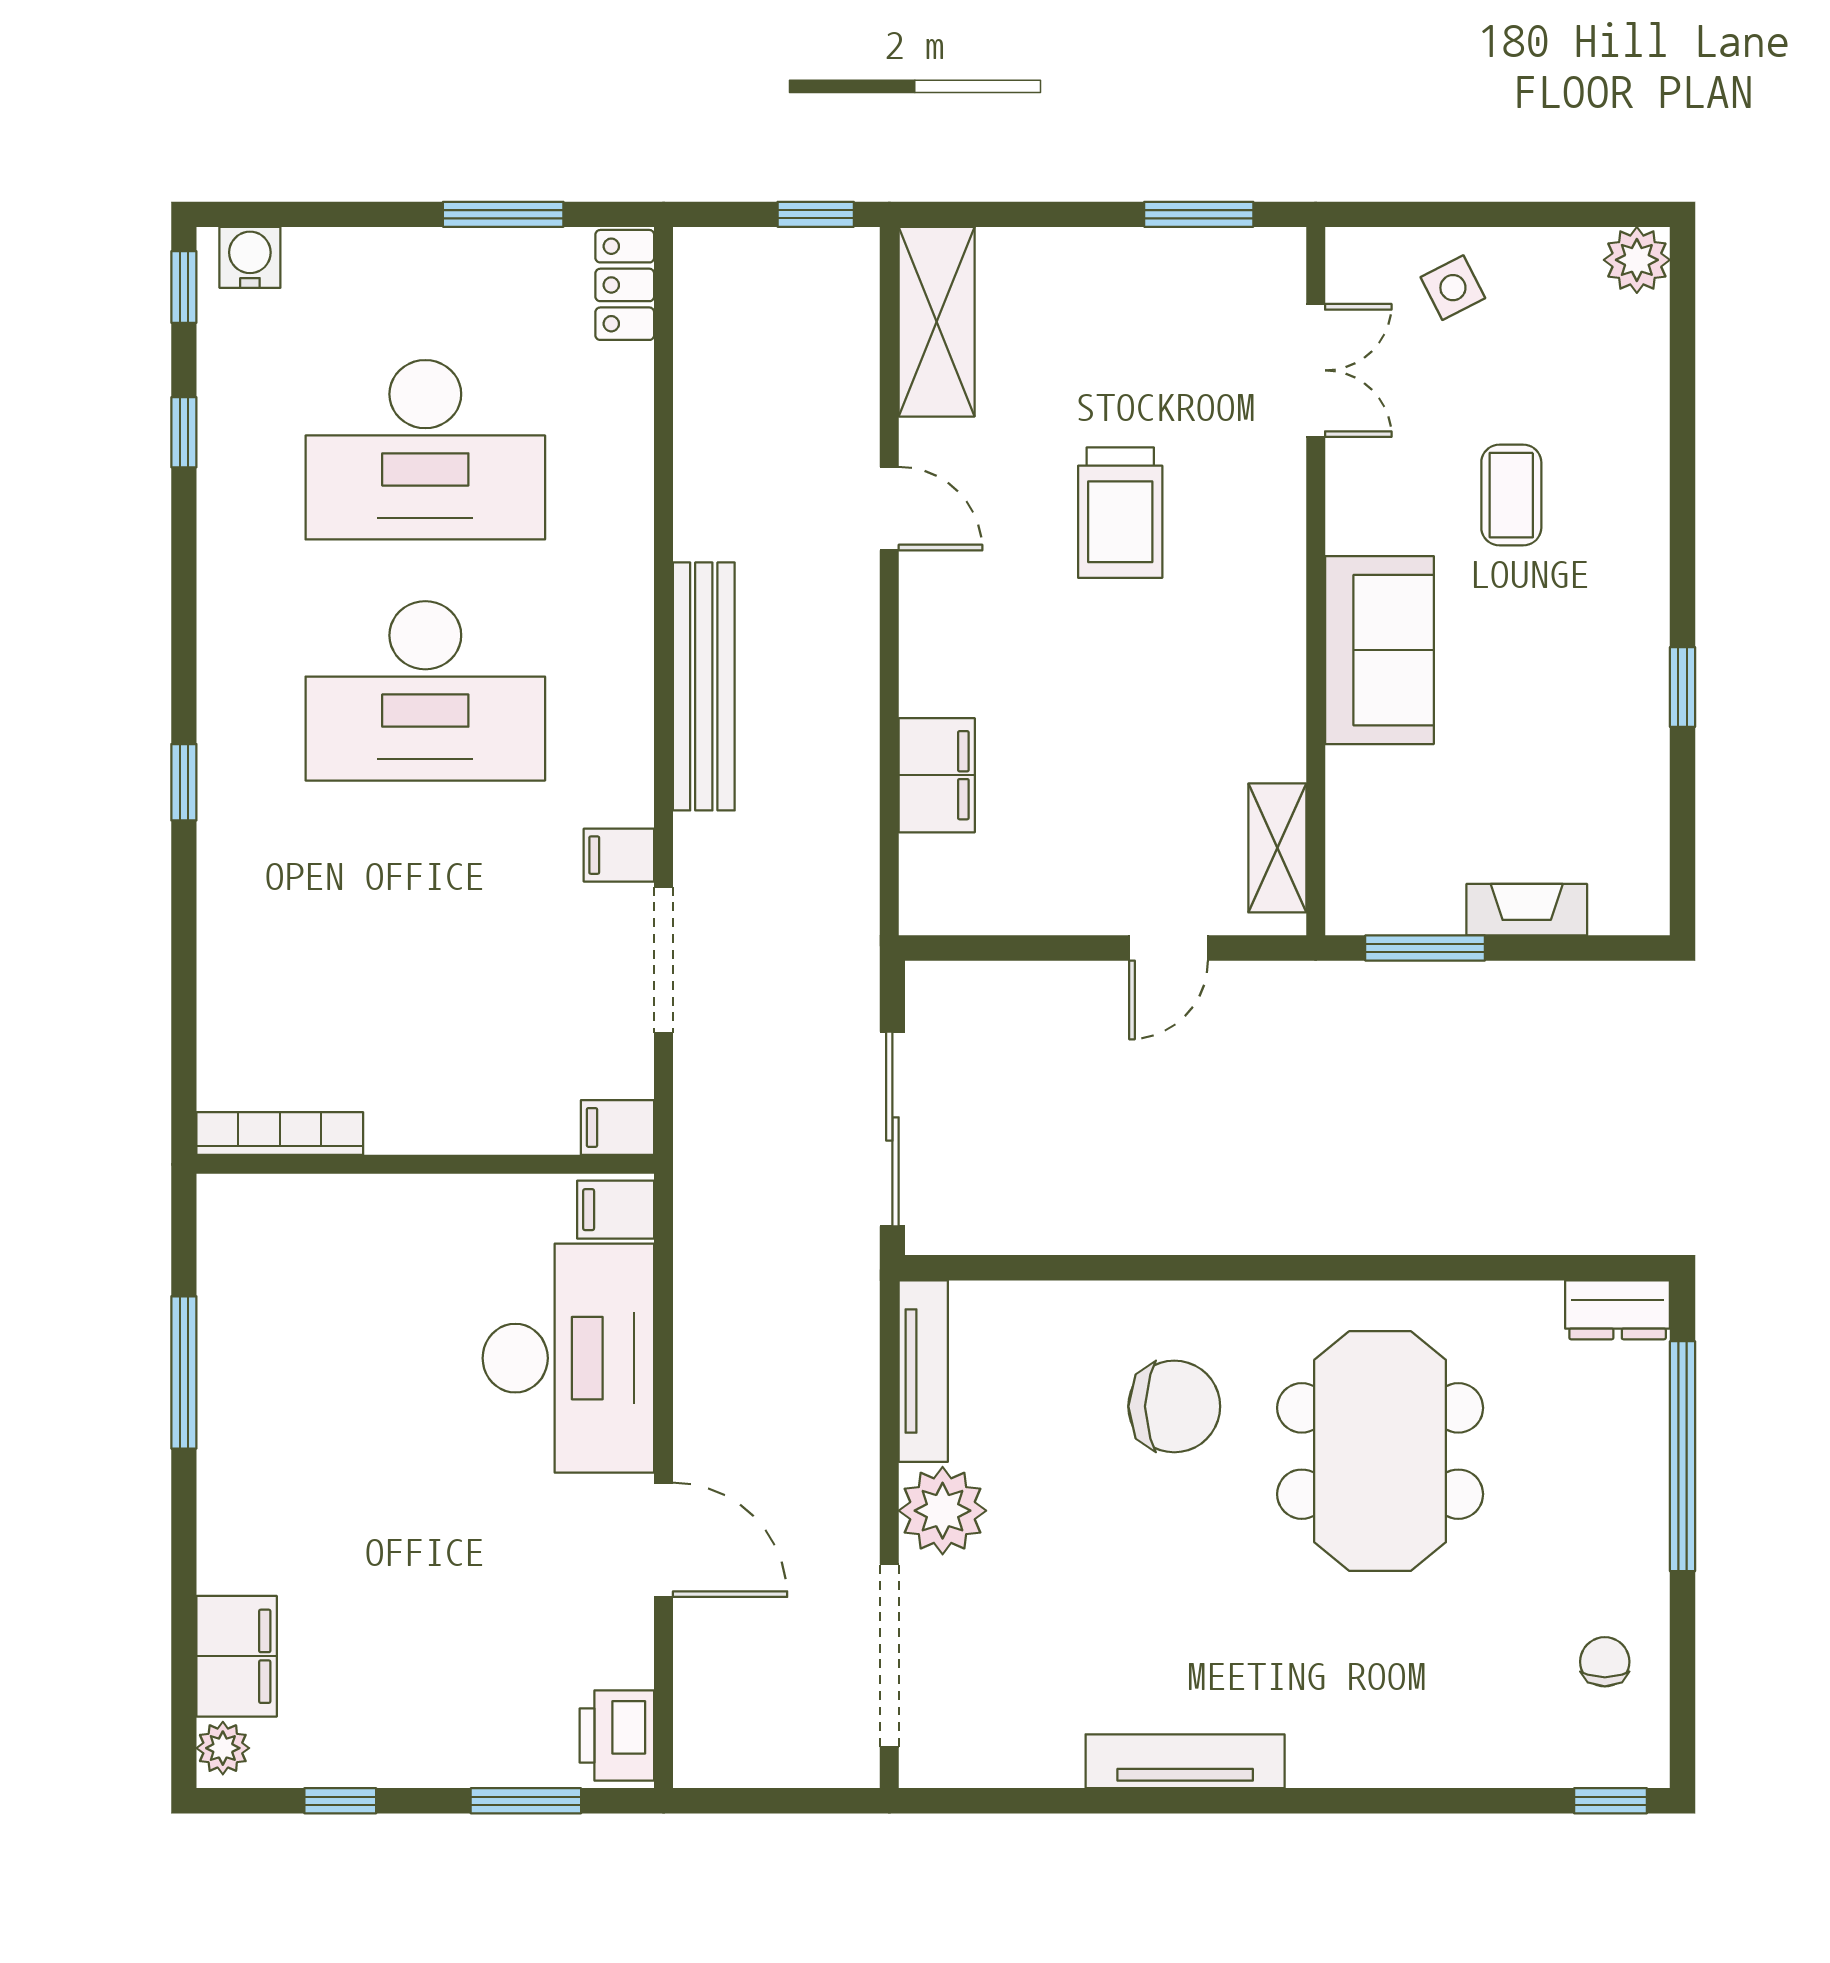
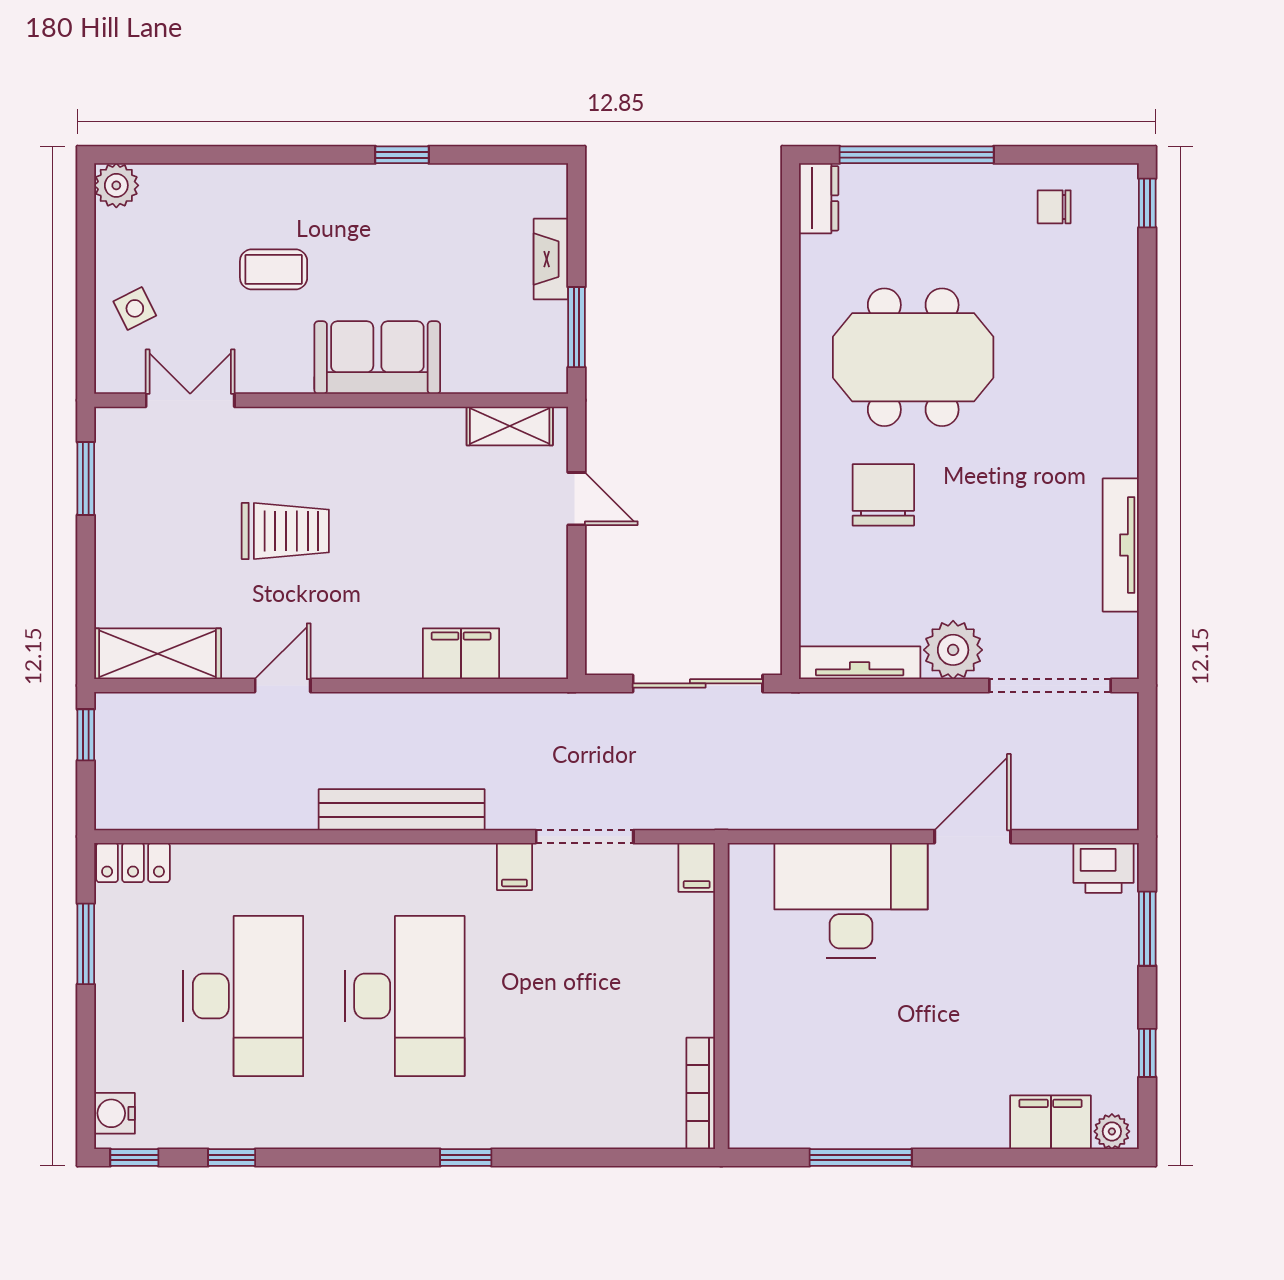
filing cabinet: (616, 1210) -> (752, 869), removed
tv unit: (1185, 1761) -> (1121, 545), moved

